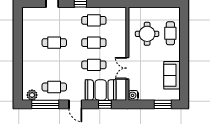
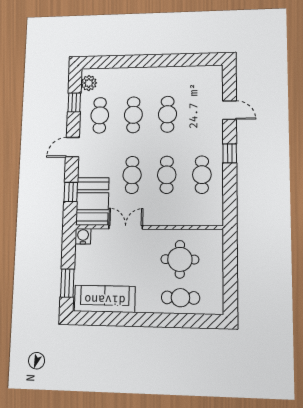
cafe table: (54, 65) -> (133, 115), added
sofa: (172, 75) -> (105, 299), width x1.36
booth: (101, 90) -> (92, 201), moved
window: (45, 104) -> (74, 103), width x0.46

